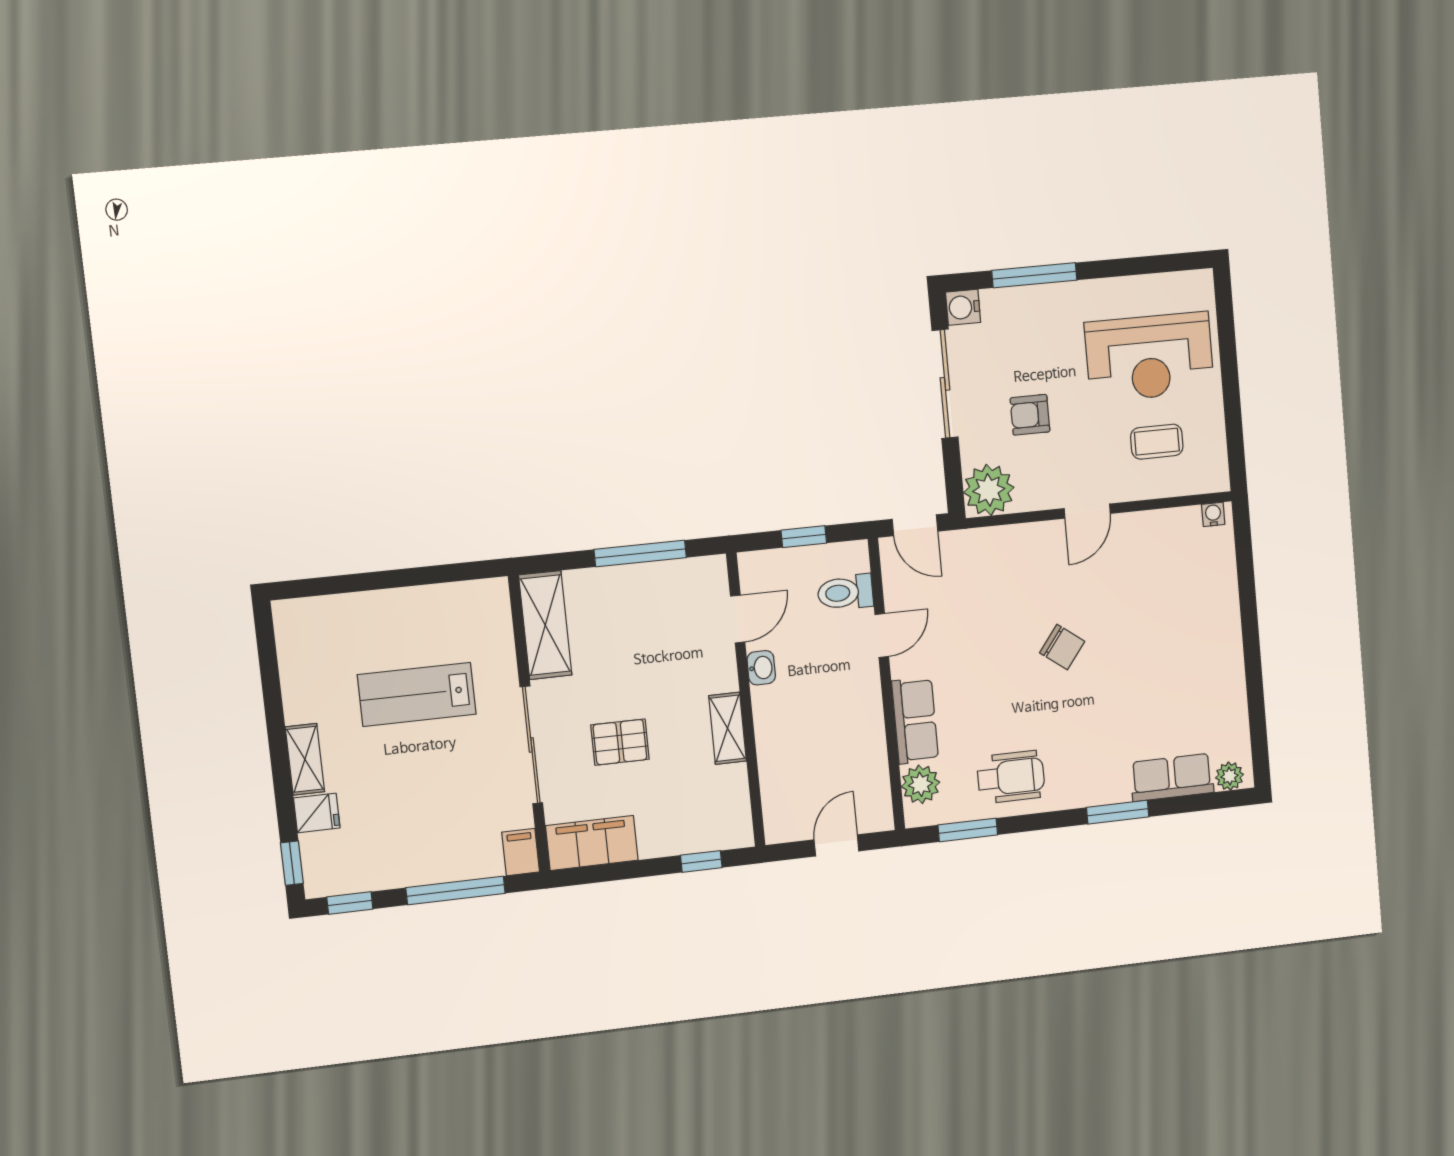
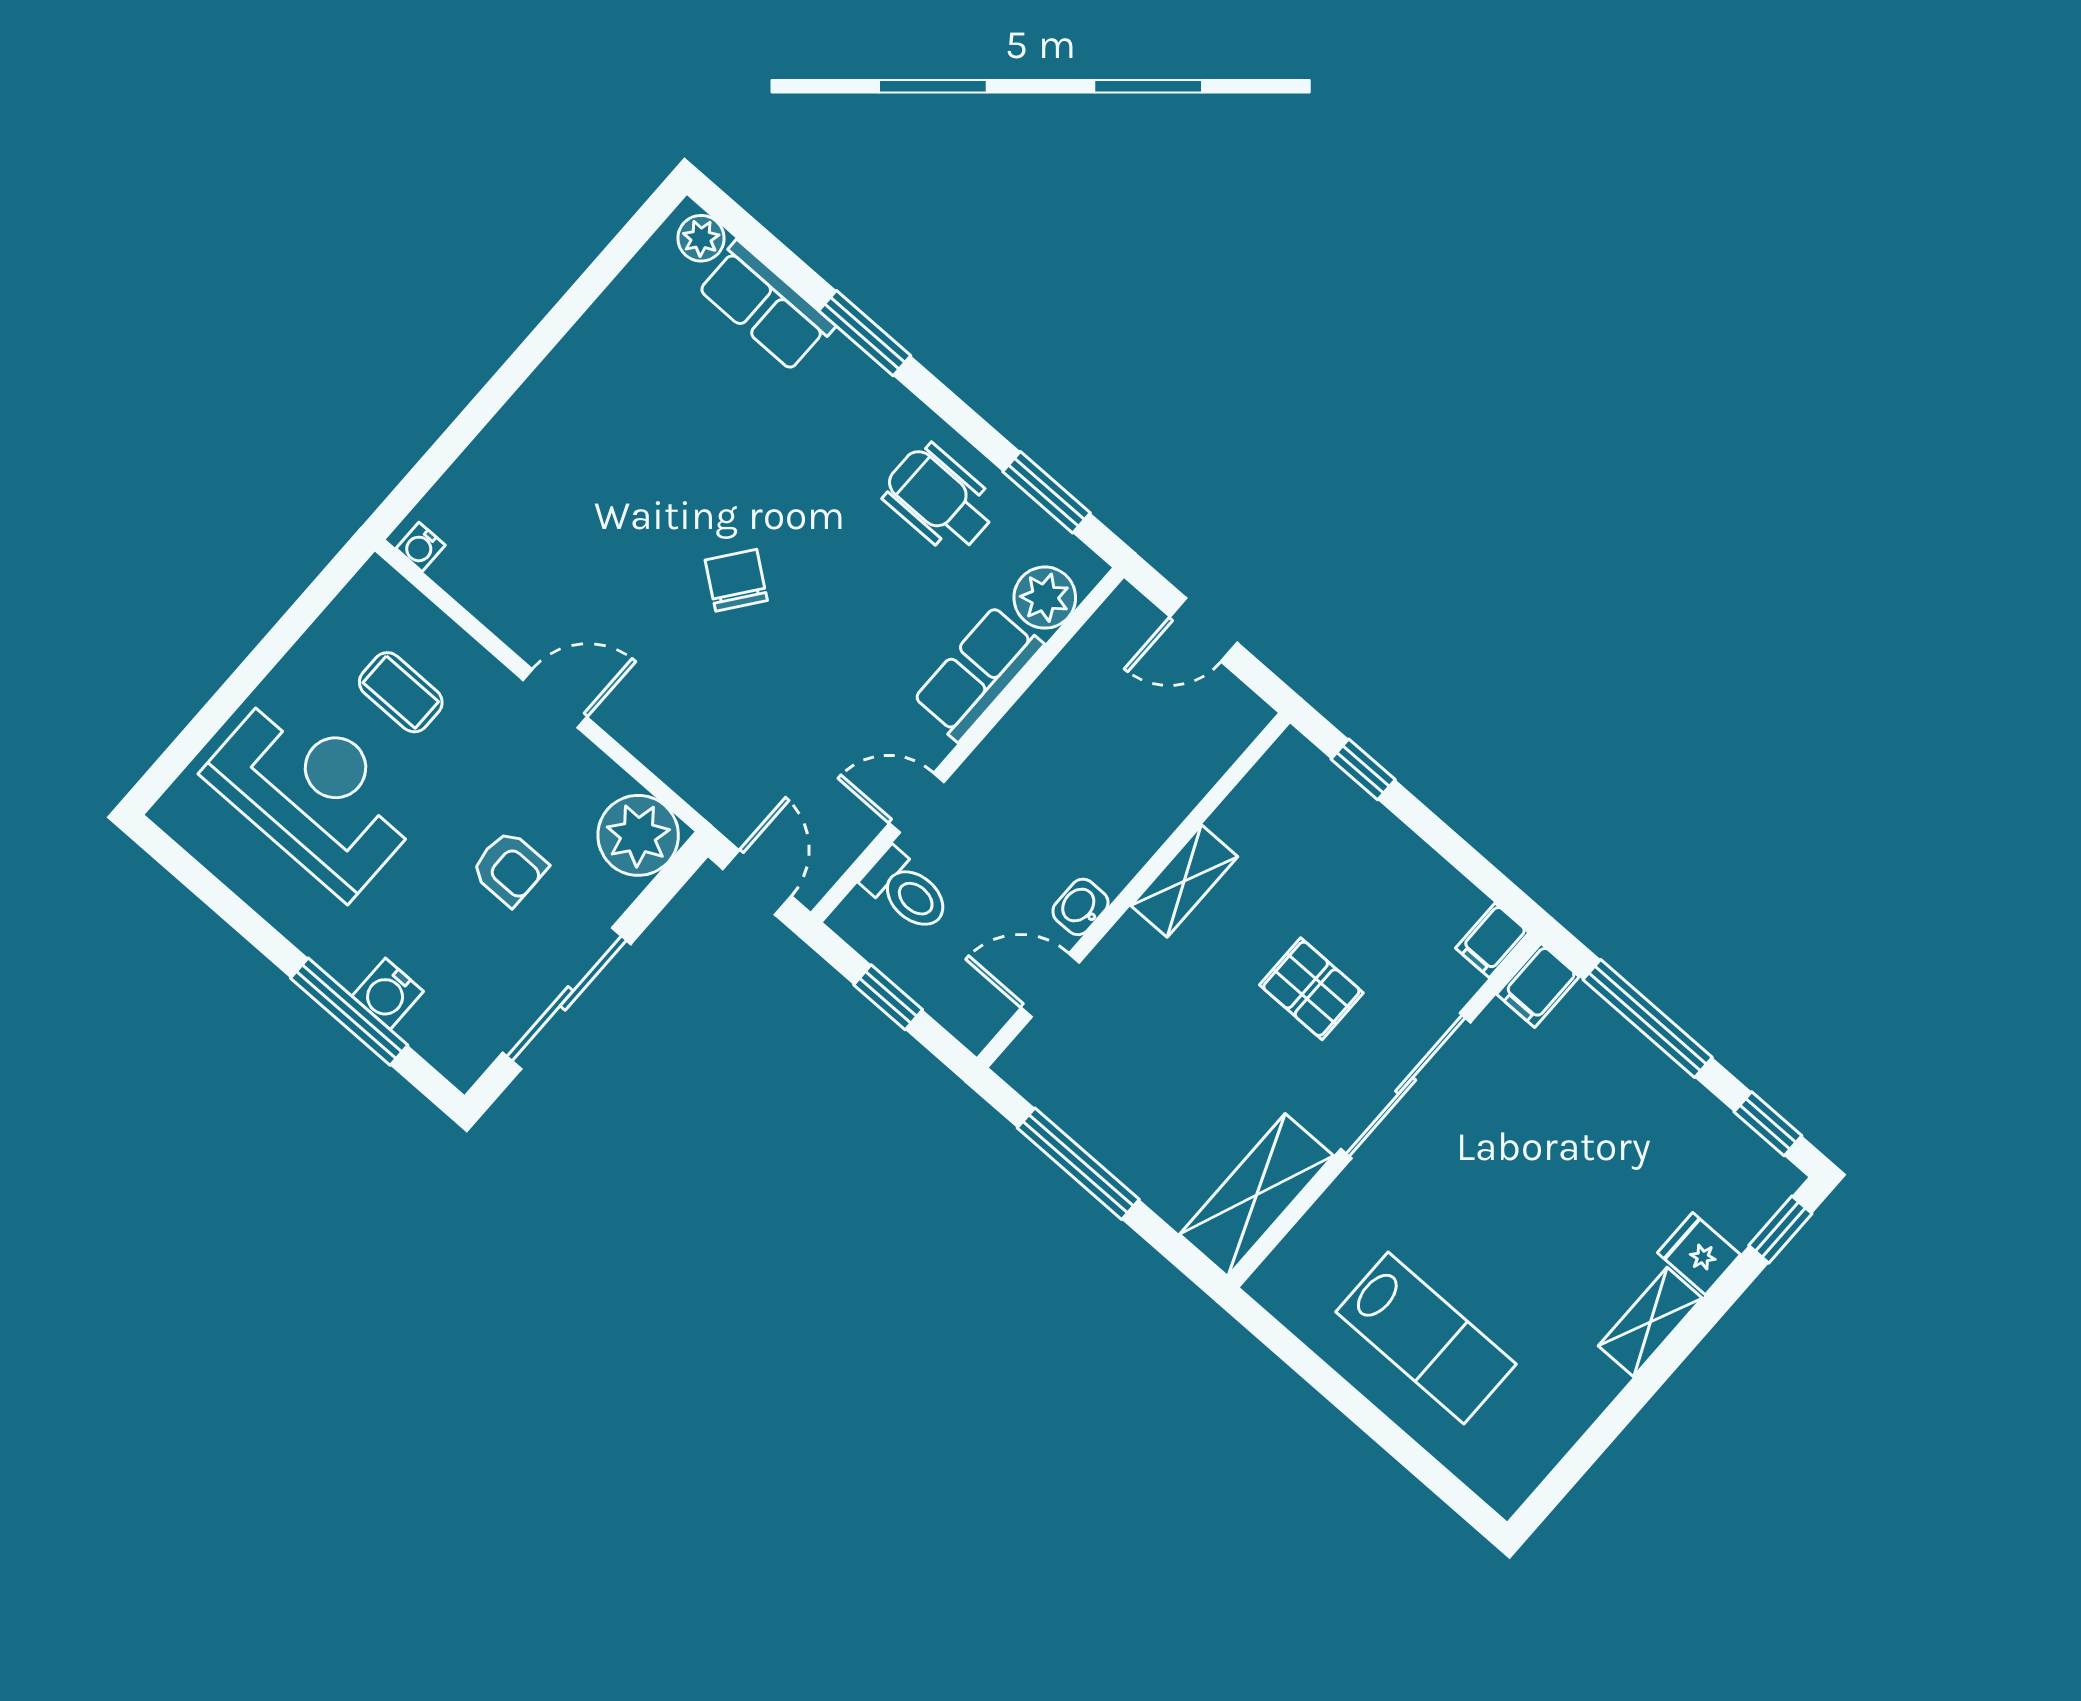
water cooler: (963, 307) -> (388, 994), moved, turned 90
lab bench: (417, 694) -> (1426, 1338), moved
filing cabinet: (592, 843) -> (1492, 940), width x0.33, depth x0.86

